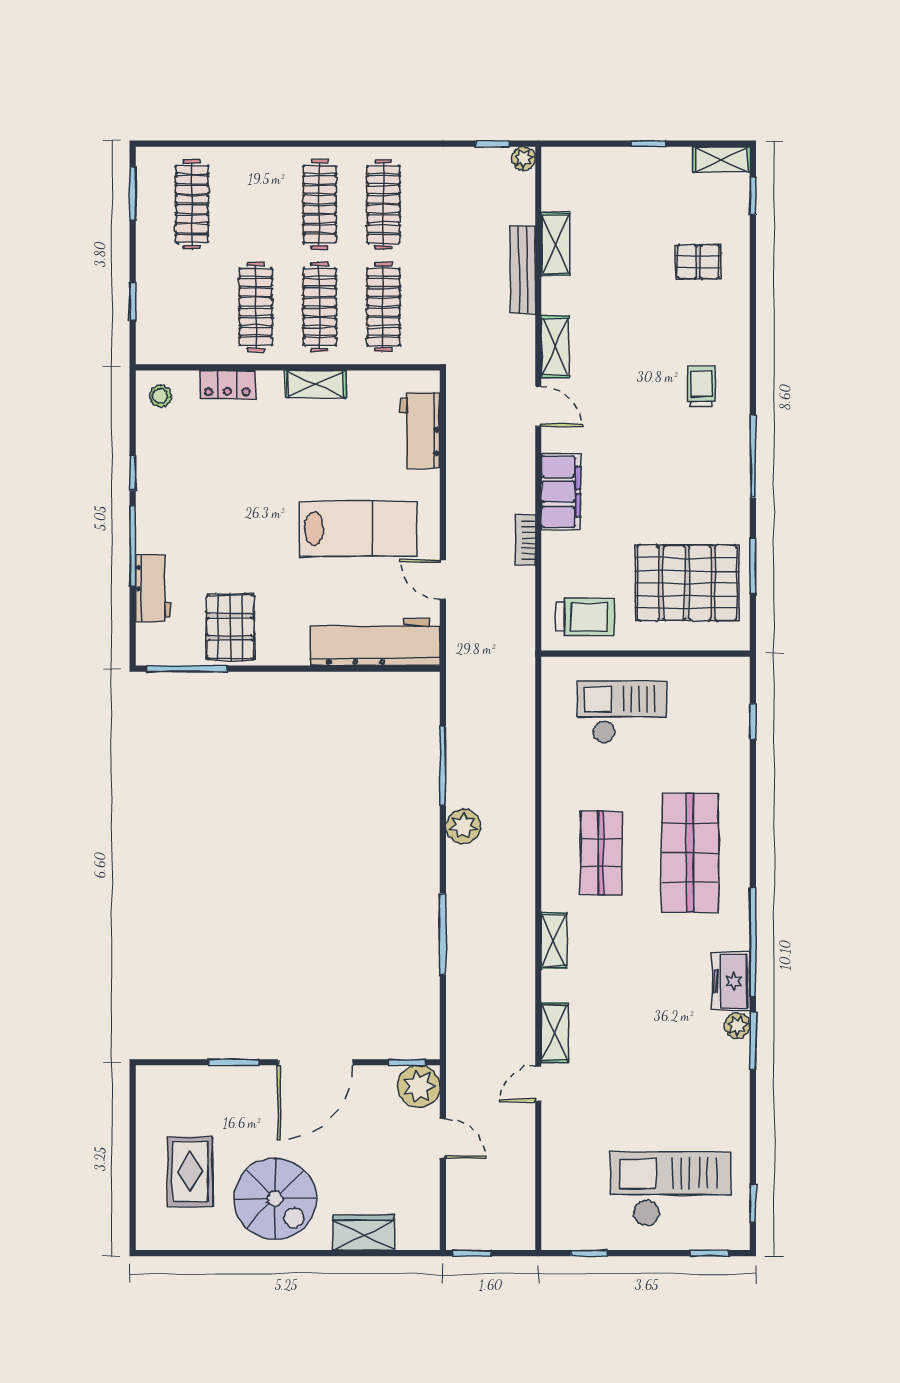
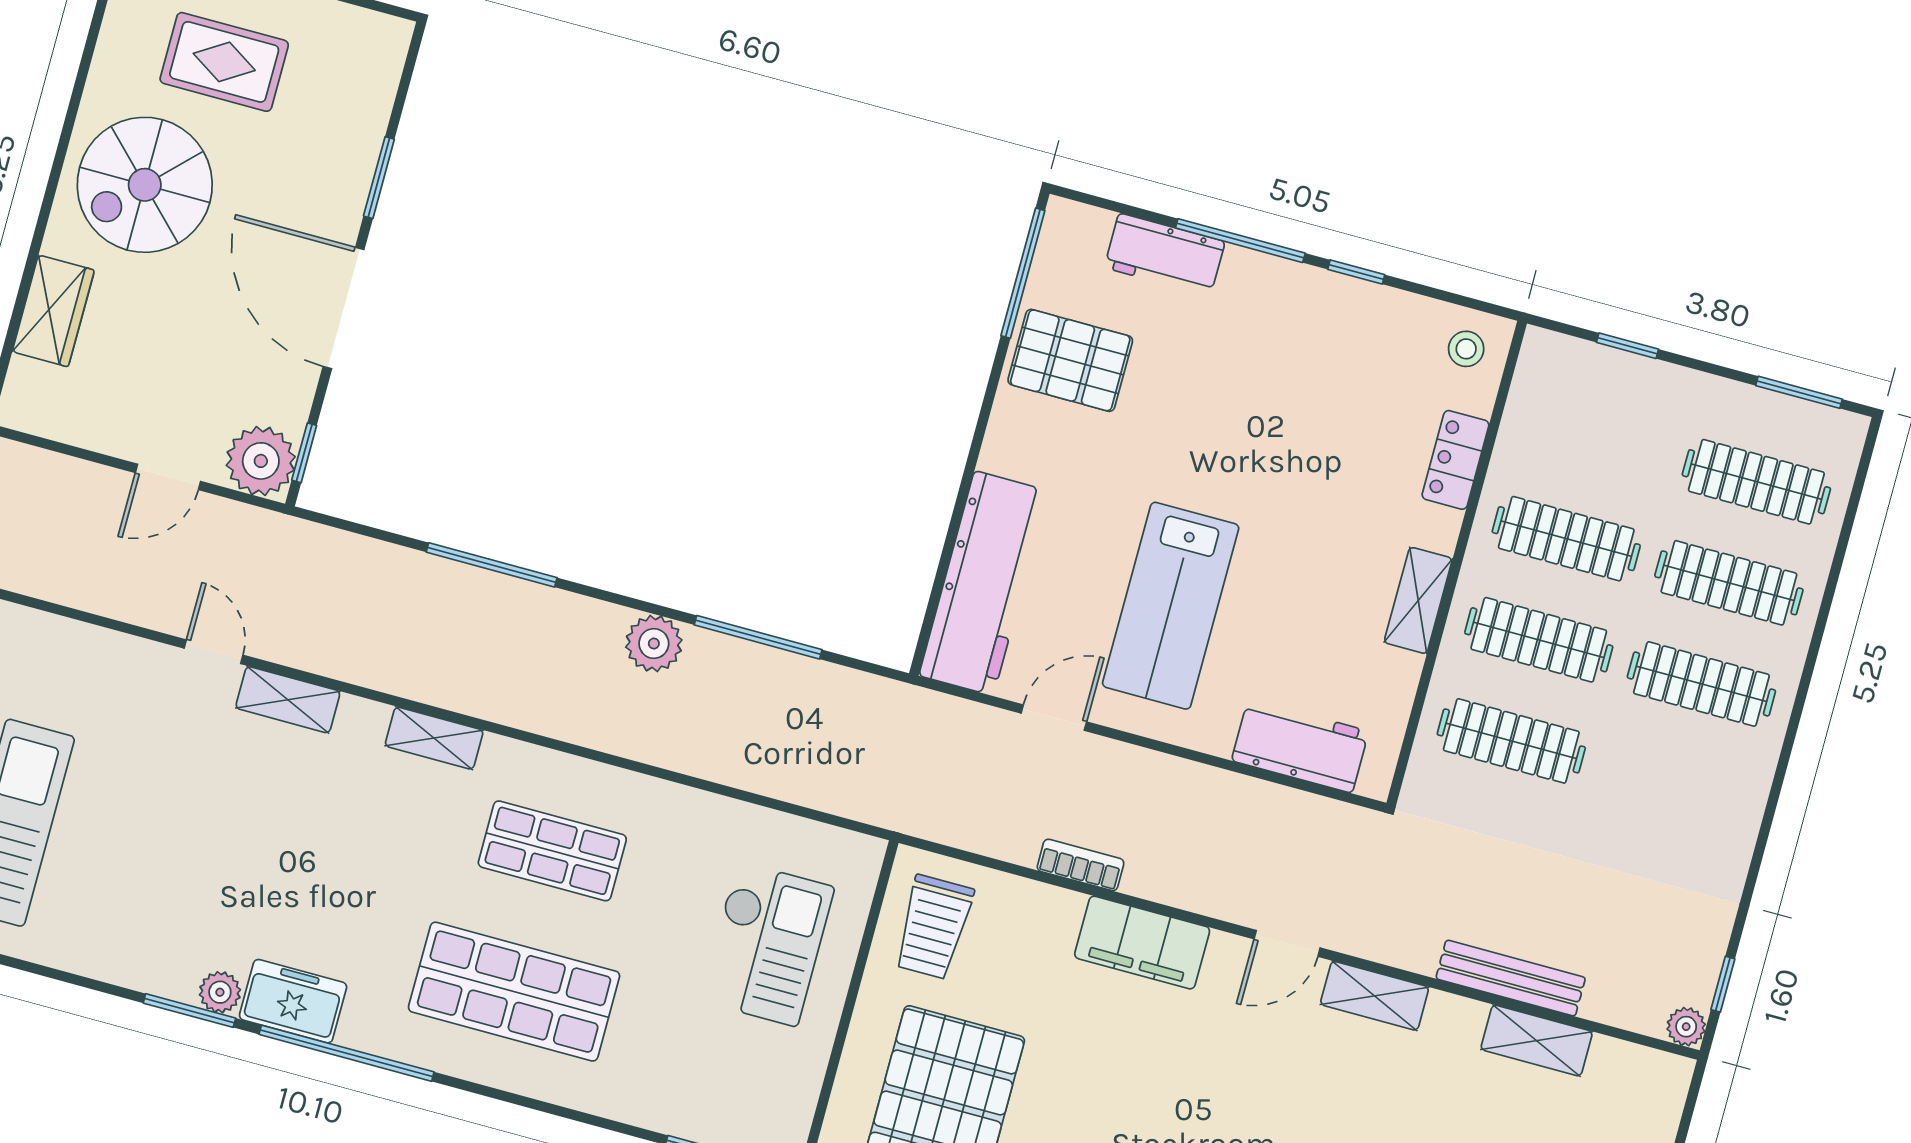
clothes rail: (383, 204) -> (1729, 583), moved

